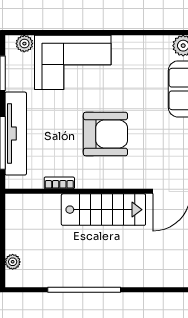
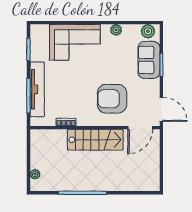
plant: (24, 44) -> (116, 30), moved
armchair: (105, 134) -> (112, 99), moved, turned 180

